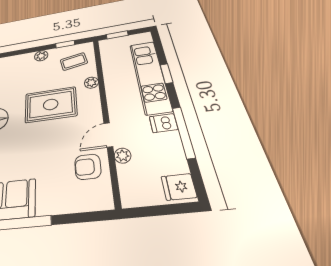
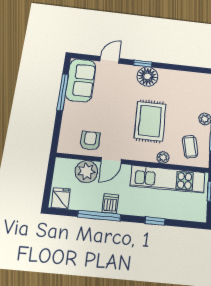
kitchen unit: (150, 76) -> (168, 179), moved, turned 180
door: (108, 135) -> (111, 160), swing flipped
plant: (123, 156) -> (86, 171), width x1.88, depth x1.88

